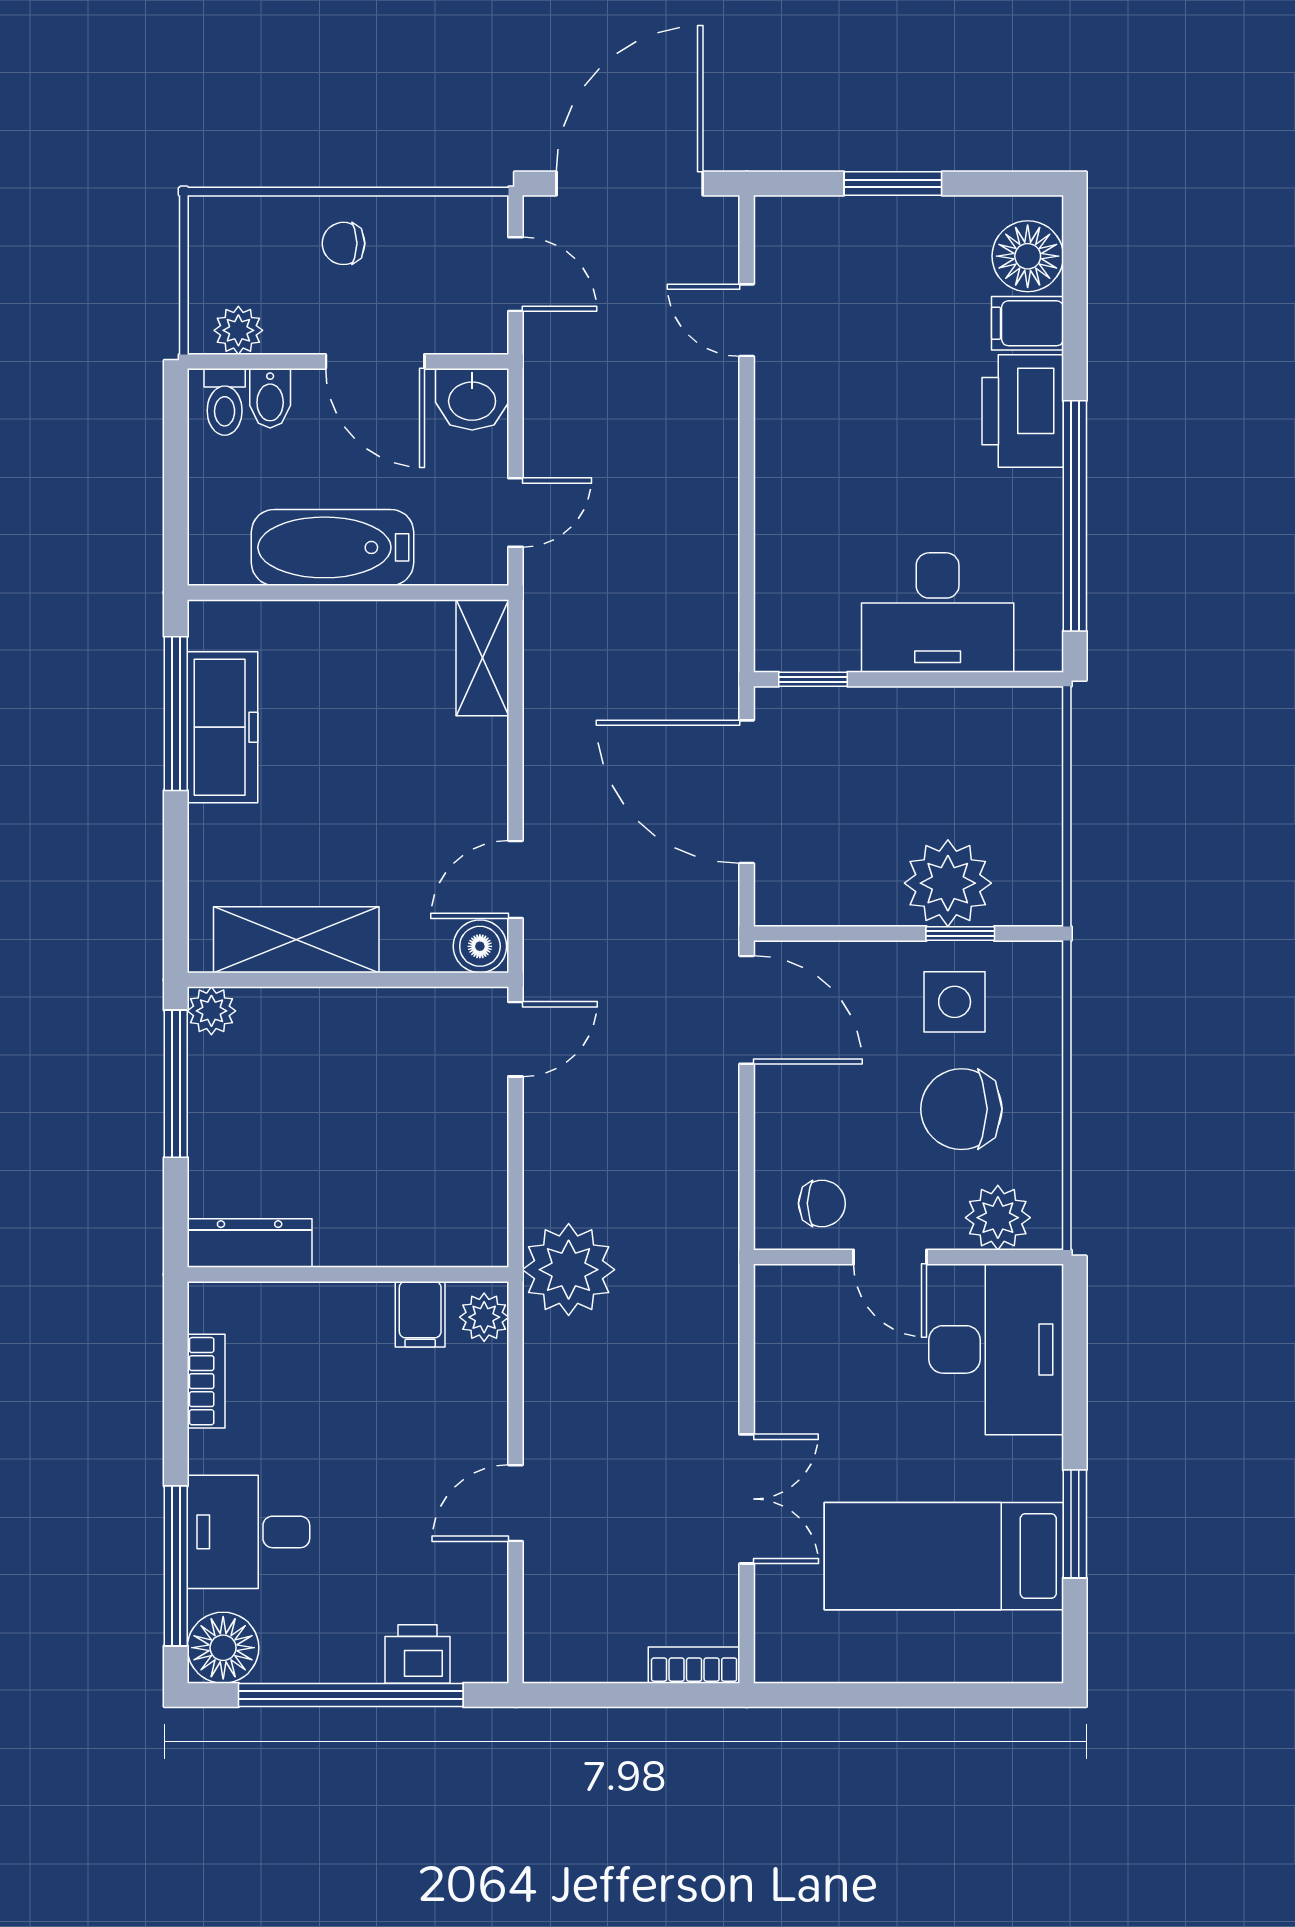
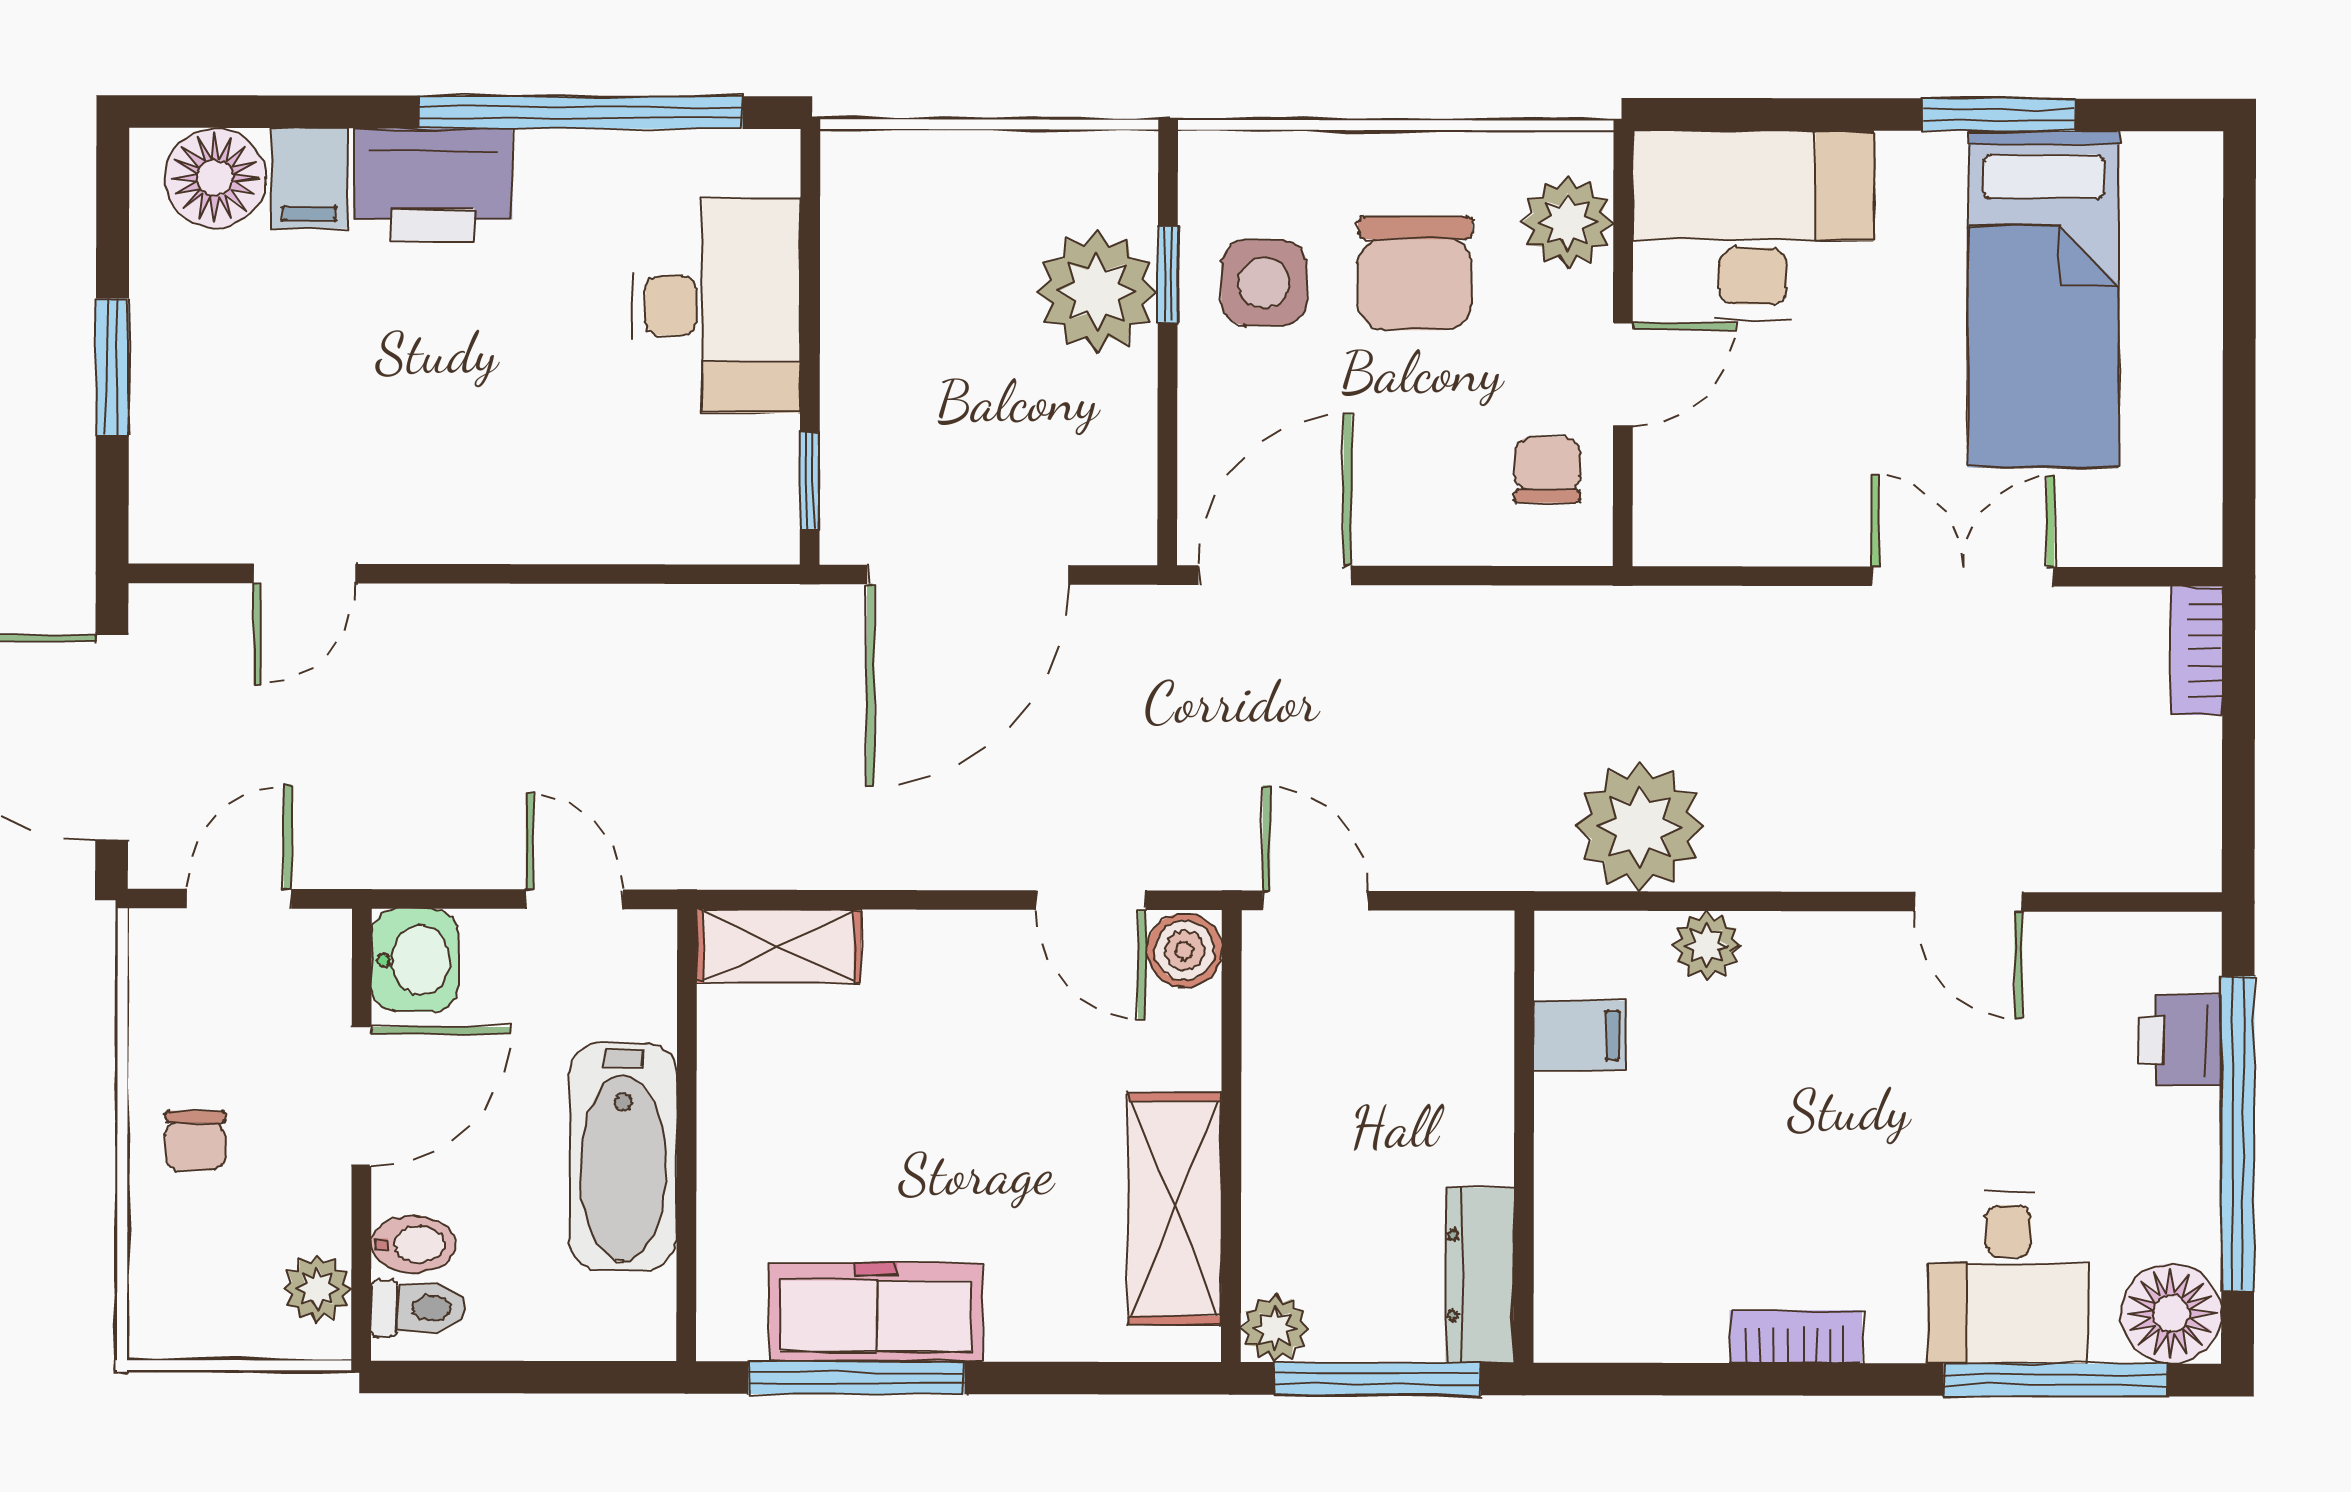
dresser: (250, 1243) -> (1480, 1275), moved
wall: (348, 1274) -> (1524, 1137), moved
filing cabinet: (420, 1314) -> (1580, 1035), moved

